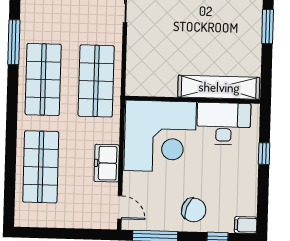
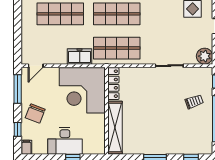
locker: (151, 88) -> (113, 84), added
desk: (224, 124) -> (65, 141), moved, turned 90
freezer: (107, 163) -> (80, 56), moved

